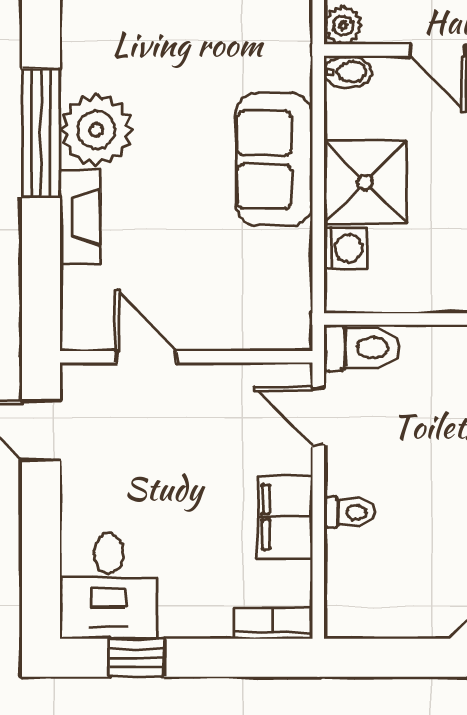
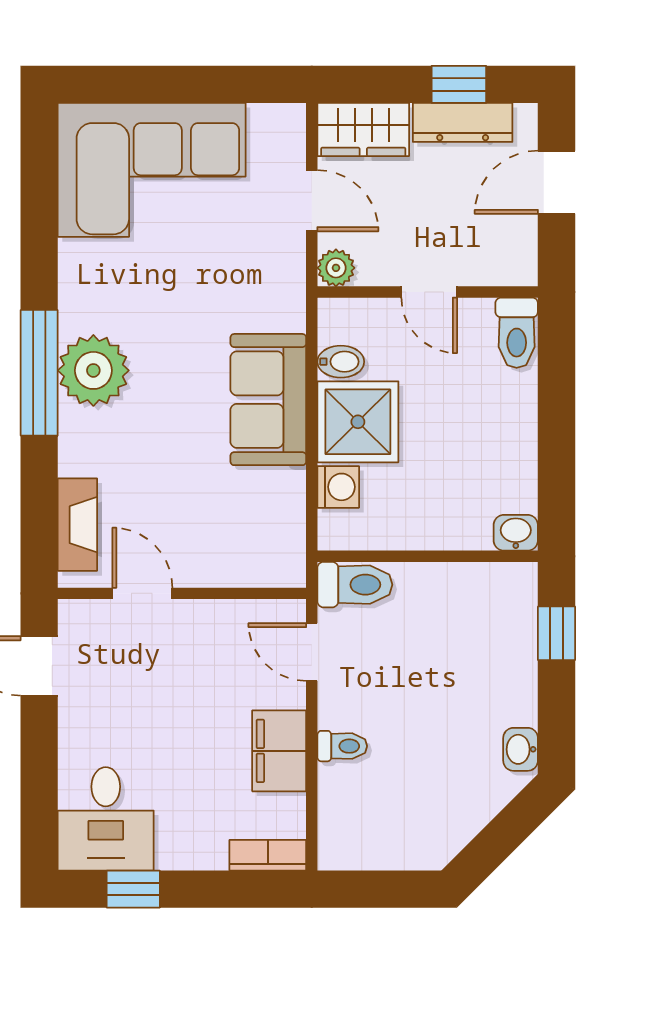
bidet: (348, 72) -> (341, 362), moved
fireplace: (80, 217) -> (77, 525), moved

